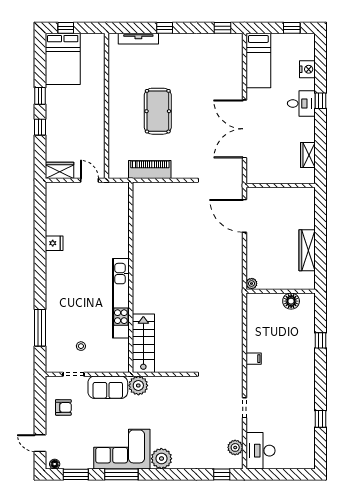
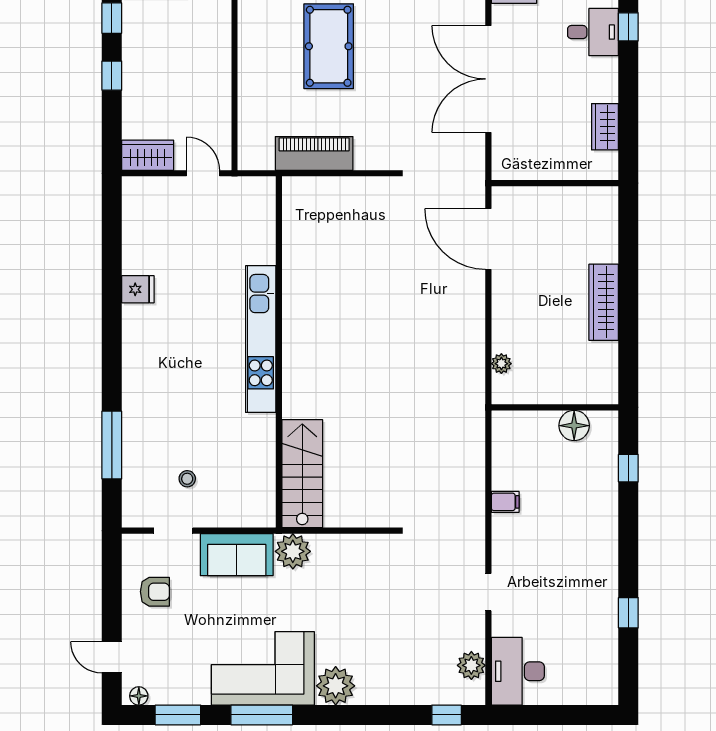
wall: (281, 291) -> (555, 407), moved
kitchen unit: (121, 298) -> (261, 339), moved
floor lamp: (291, 301) -> (574, 426), moved

